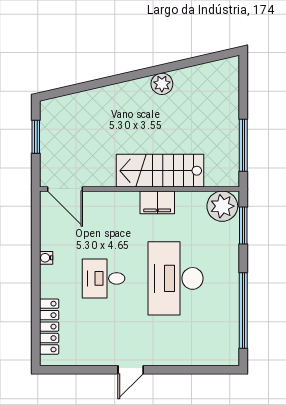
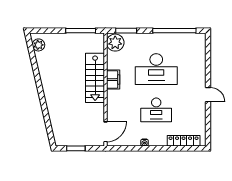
plant: (162, 84) -> (38, 45), moved
desk: (104, 278) -> (156, 110), width x1.37

